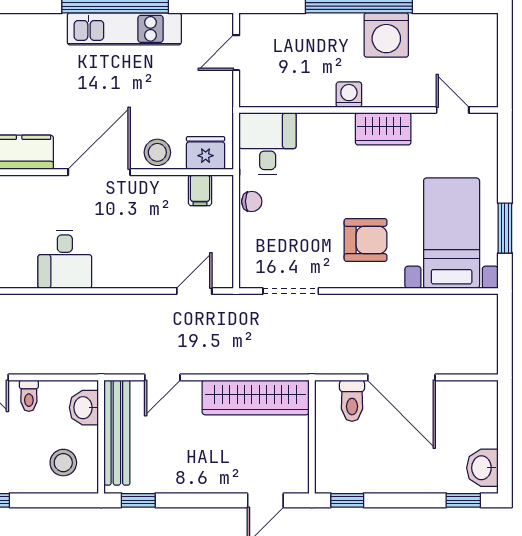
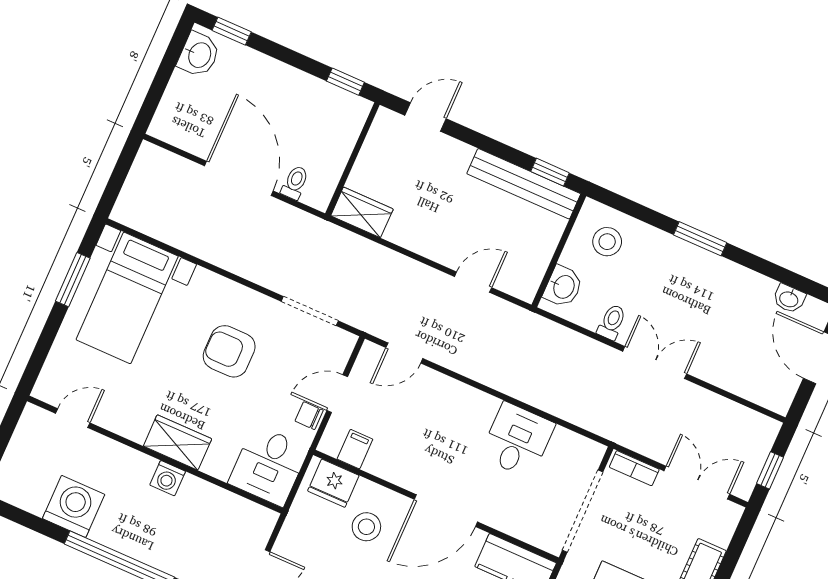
washing machine: (386, 35) -> (74, 506), moved
door: (453, 110) -> (73, 418), swing flipped
wardrobe: (383, 129) -> (178, 442), moved
stool: (157, 152) -> (366, 527), moved
door: (236, 231) -> (337, 394), added
armchair: (366, 240) -> (229, 351), moved
wardrobe: (256, 397) -> (362, 212), width x0.48, depth x0.85
toilet: (352, 401) -> (295, 183), width x0.73, depth x0.72
bench: (117, 433) -> (524, 184), moved, turned 90

